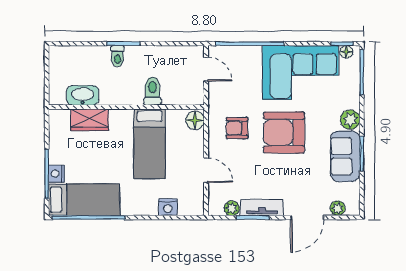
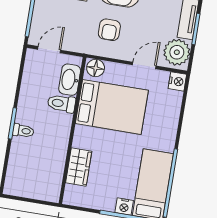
washbasin: (83, 95) -> (70, 80), moved
bed: (150, 144) -> (112, 107), width x1.50
nightstand: (168, 207) -> (177, 81), moved
plant: (232, 208) -> (177, 52), width x1.88, depth x1.88

